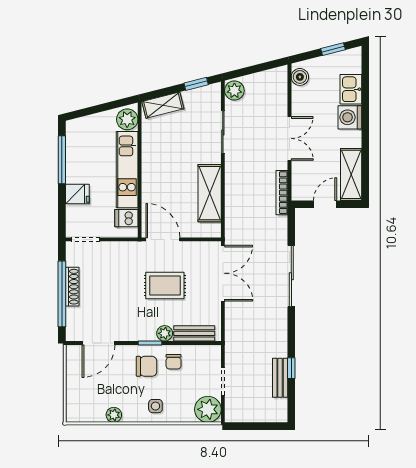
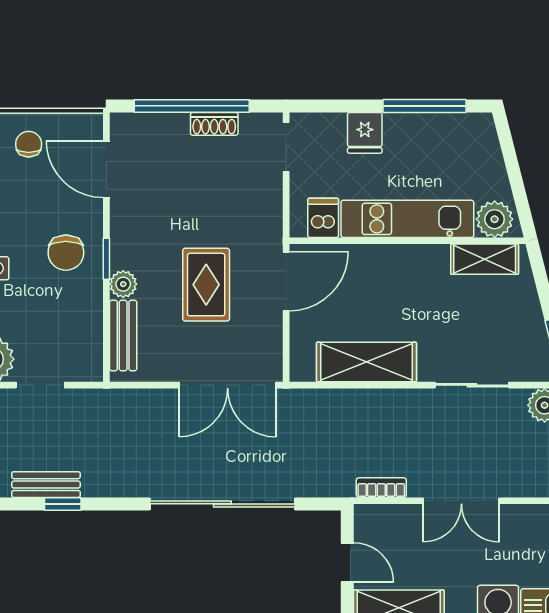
shelving: (163, 105) -> (485, 259), moved, turned -76
bookcase: (282, 193) -> (381, 488), width x0.64
sliding door: (291, 276) -> (222, 504), width x1.36
shoe rack: (72, 287) -> (214, 124), width x0.70
chair: (174, 362) -> (29, 144), moved, turned 90

